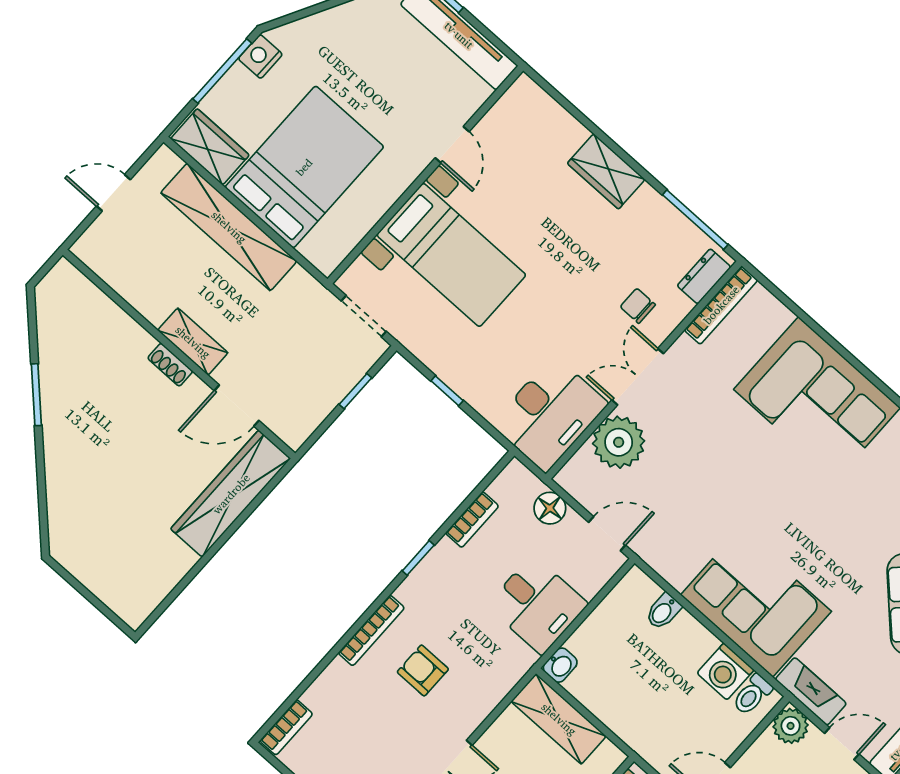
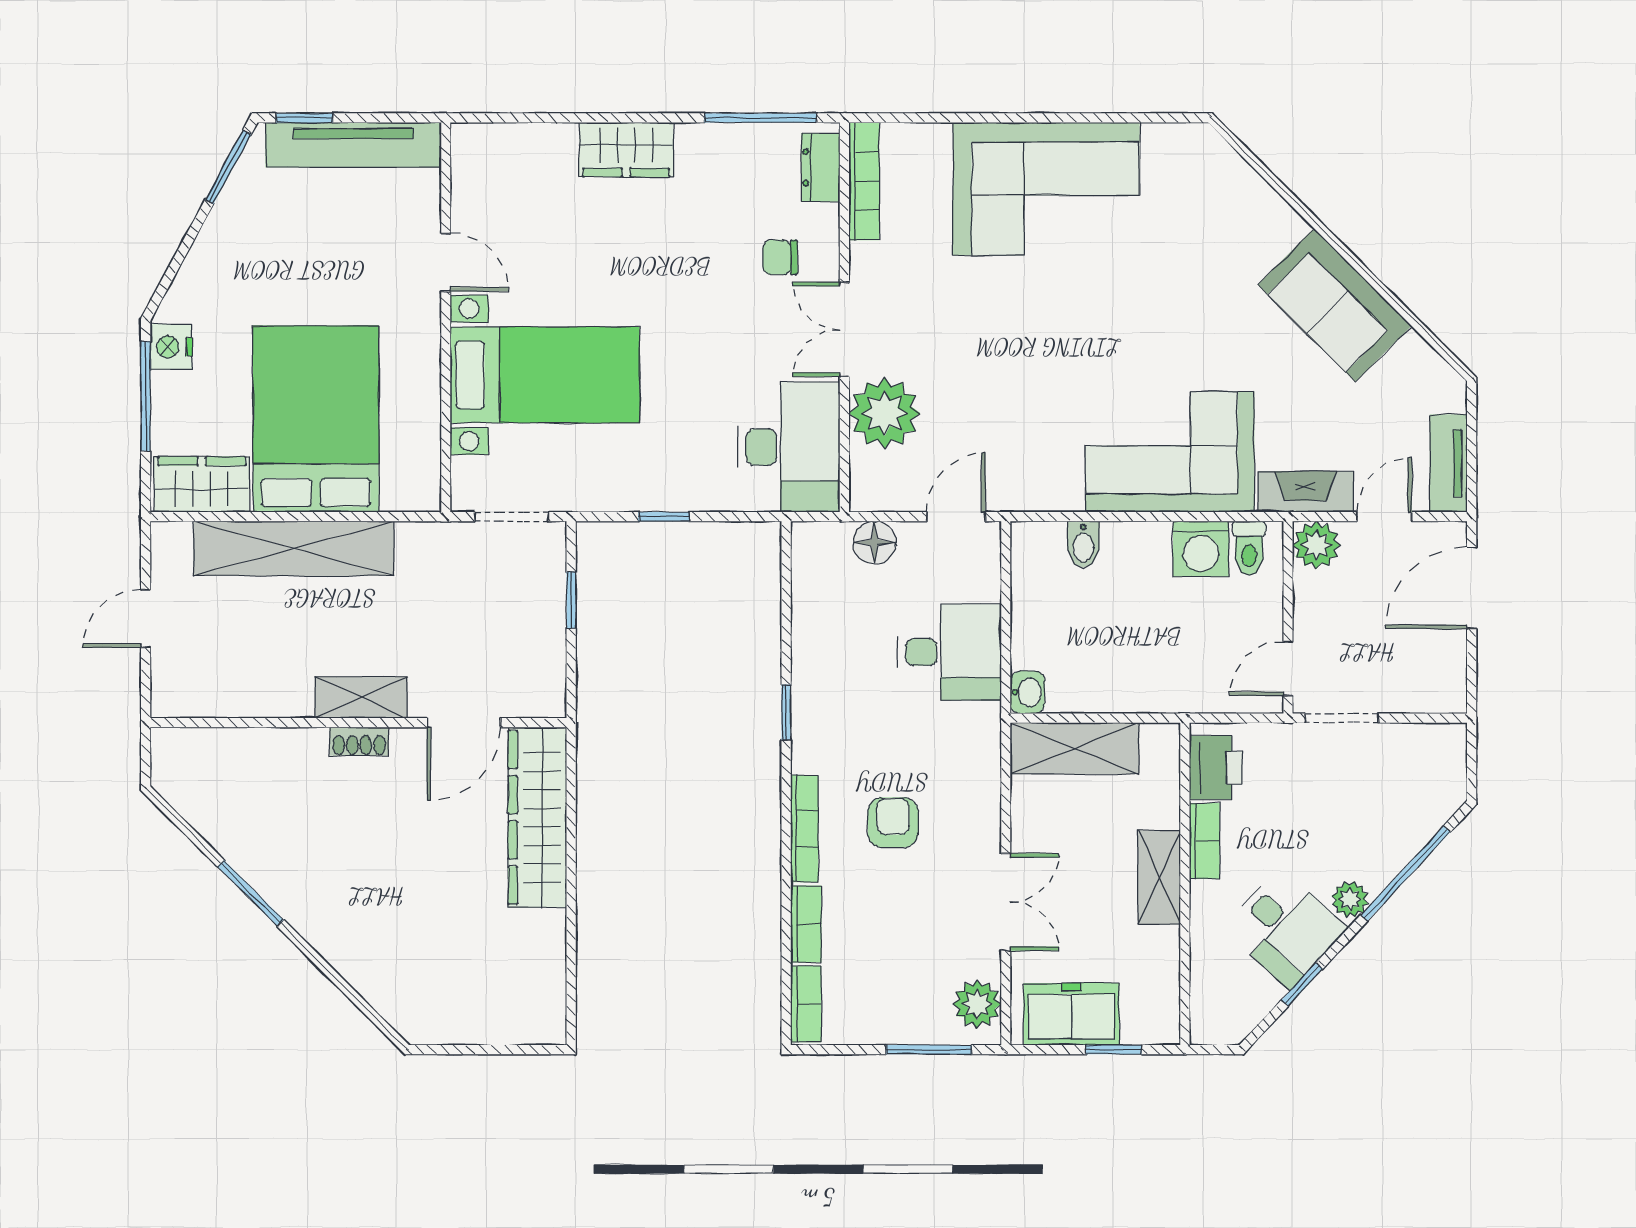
bookcase: (472, 520) -> (806, 924), moved
armchair: (423, 670) -> (893, 822), turned 90

